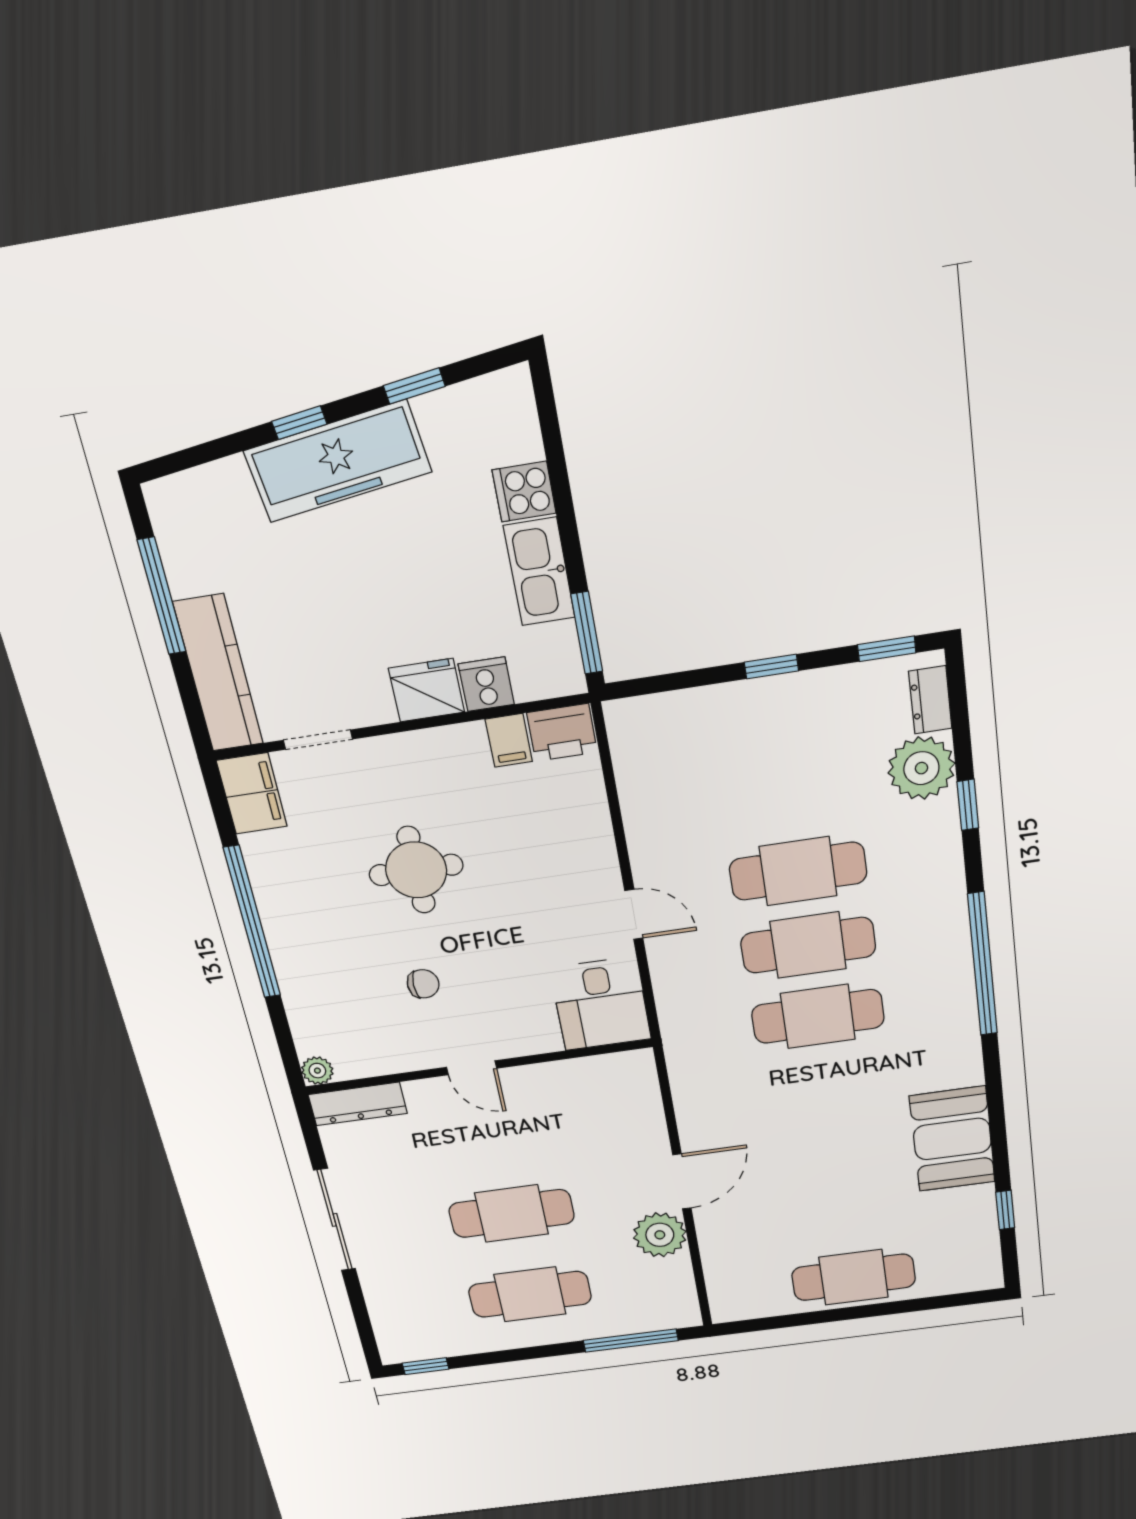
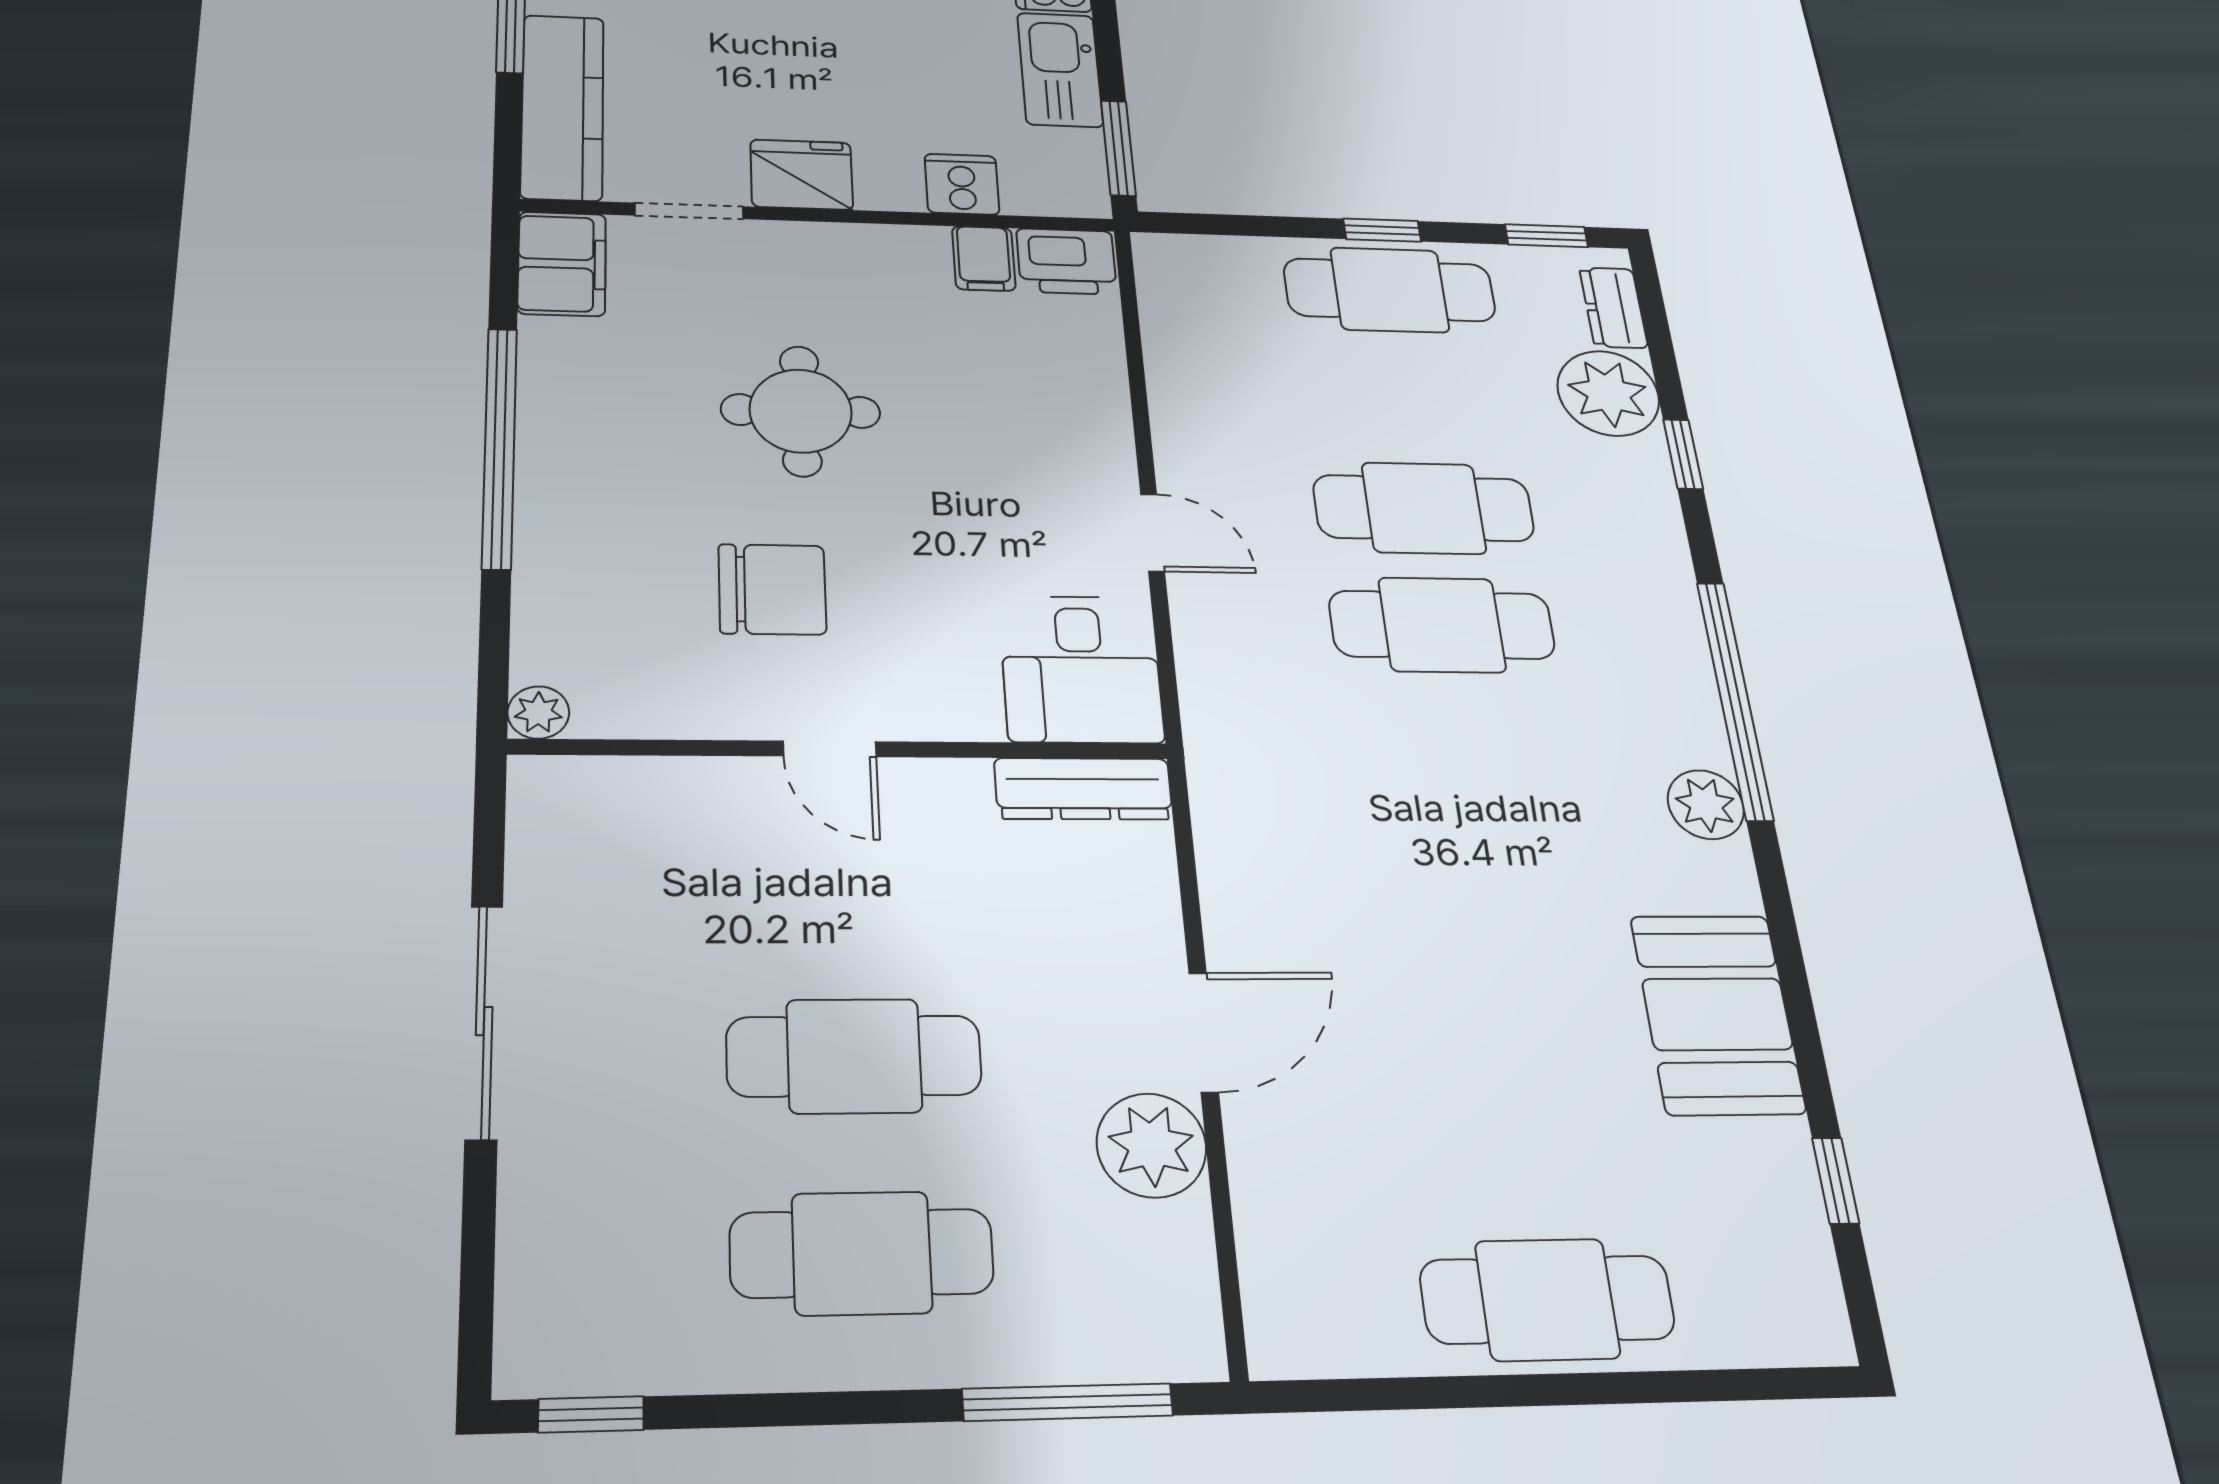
fridge: (427, 690) -> (802, 175), moved
chair: (423, 984) -> (772, 589), width x1.87, depth x1.87
cafe table: (818, 1016) -> (1390, 290), moved
plant: (958, 1029) -> (1706, 805), added
dresser: (358, 1104) -> (1083, 789), moved

